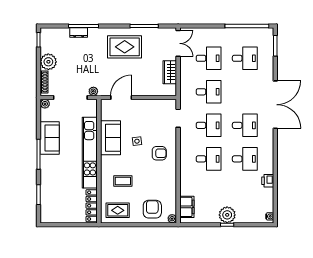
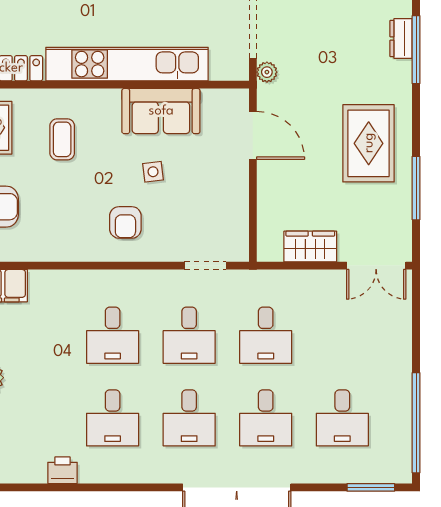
desk: (209, 58) -> (266, 418), moved

